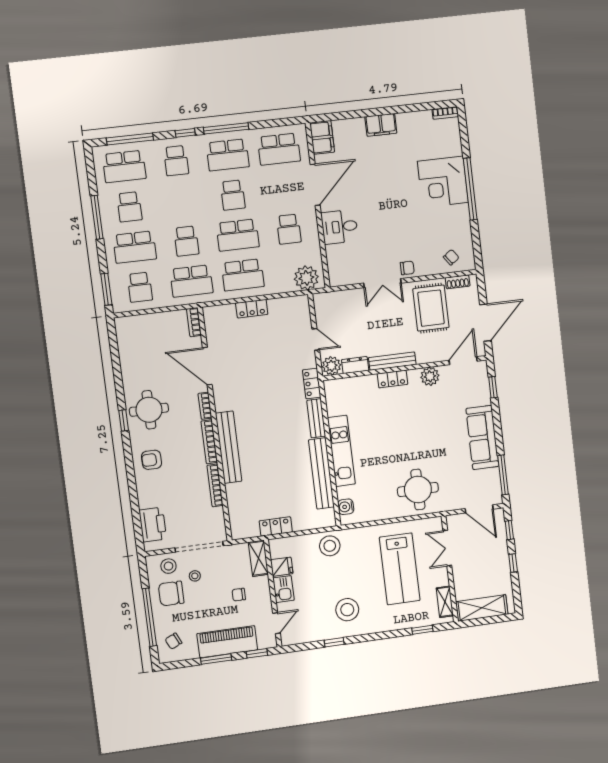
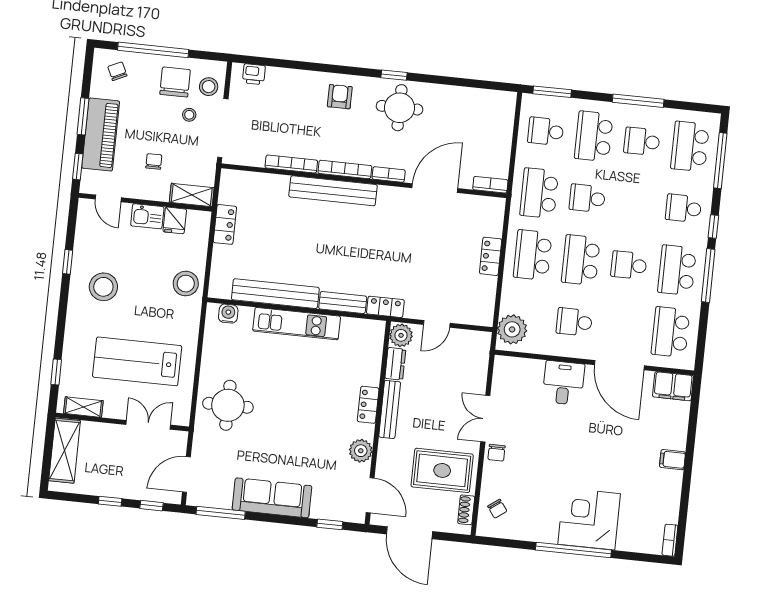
filing cabinet: (381, 125) -> (673, 460), width x0.50
printer: (153, 525) -> (254, 74), width x0.53, depth x0.68

